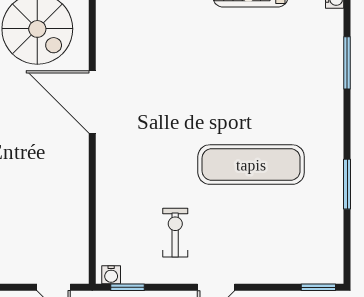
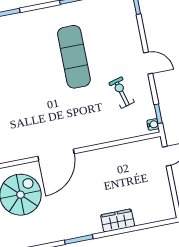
exercise bike: (175, 233) -> (122, 93), turned 75

